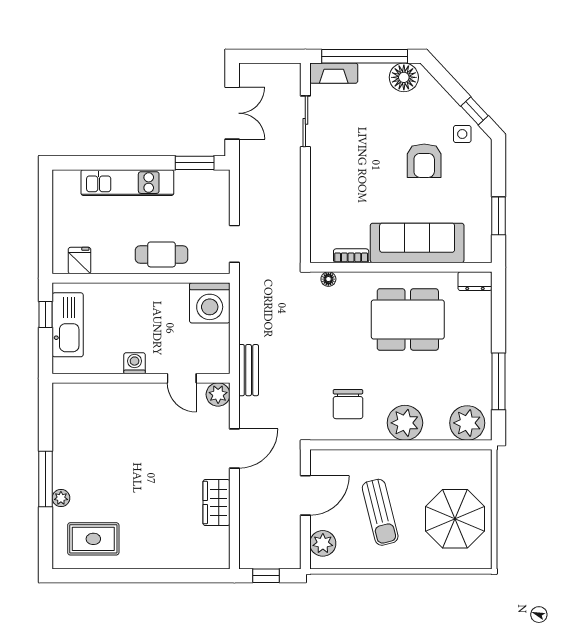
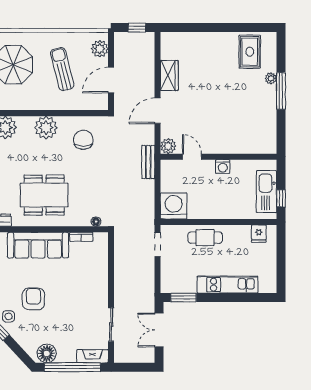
rug: (93, 539) -> (250, 52), turned 90

